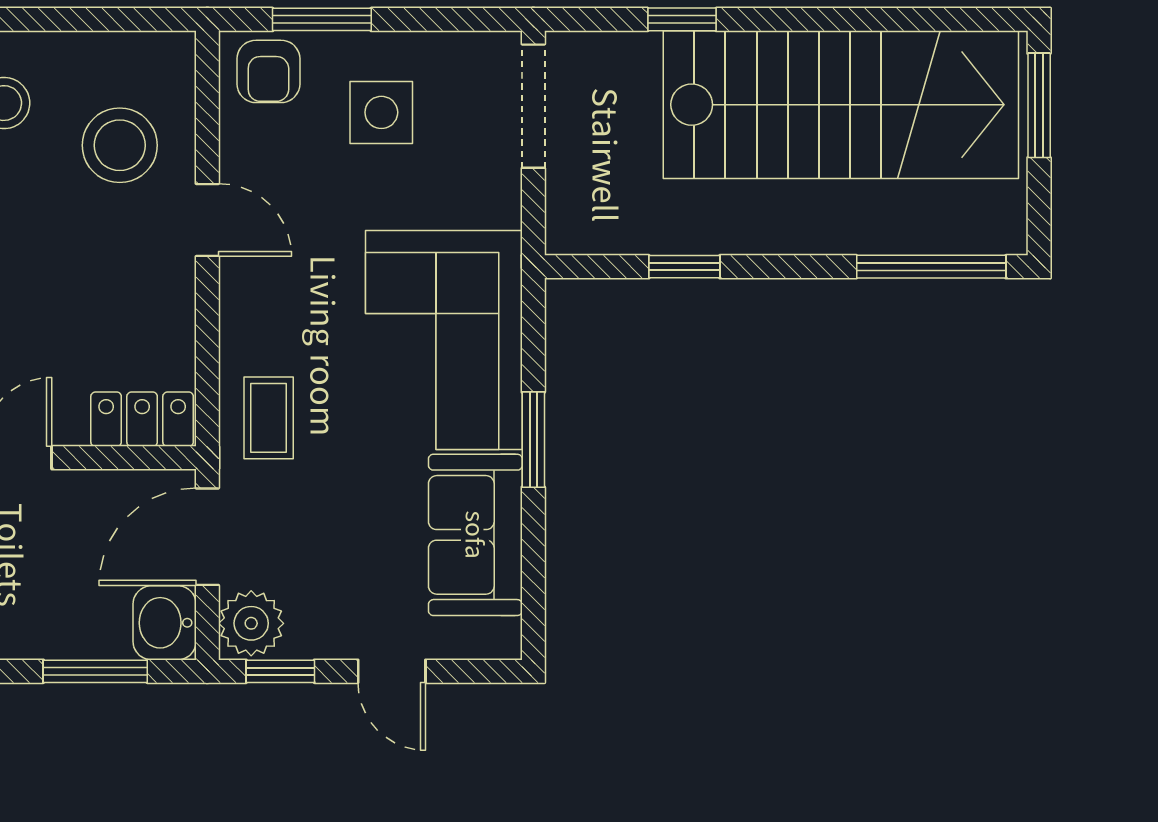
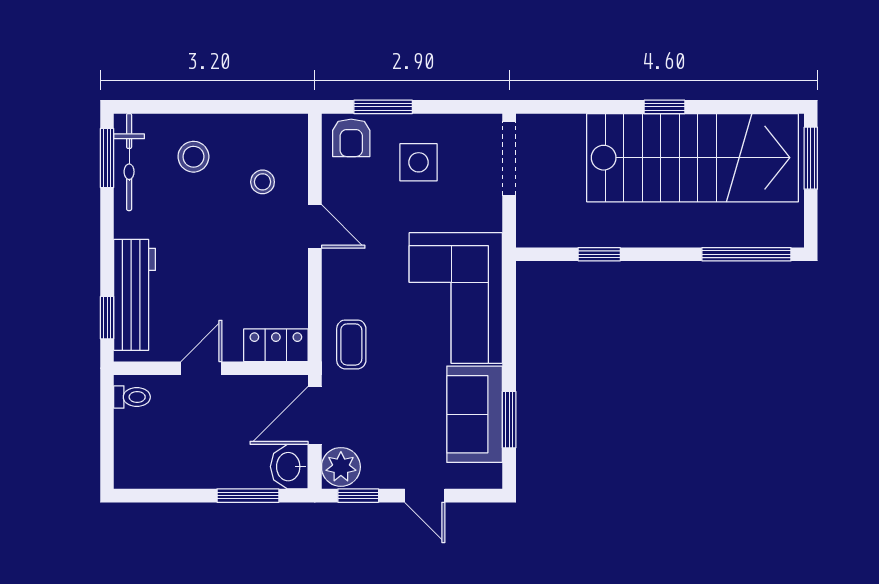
window: (682, 19) -> (664, 107), moved
stool: (120, 145) -> (263, 182), width x0.53, depth x0.53
window: (533, 440) -> (509, 420), moved

